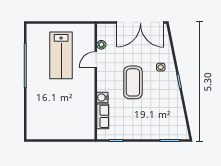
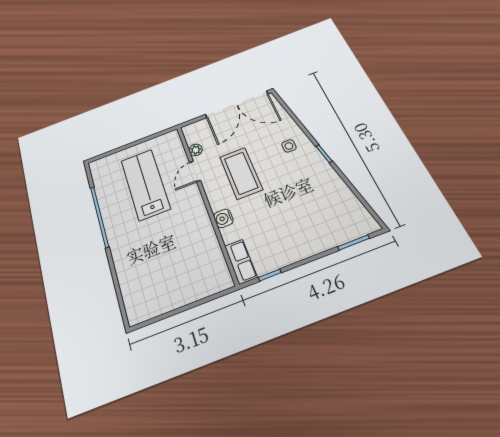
lab bench: (61, 55) -> (145, 184), turned 180
coffee table: (133, 82) -> (241, 173), moved
row of seats: (103, 116) -> (241, 262), moved

